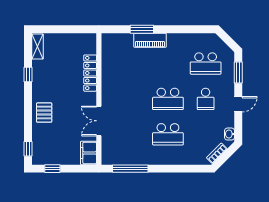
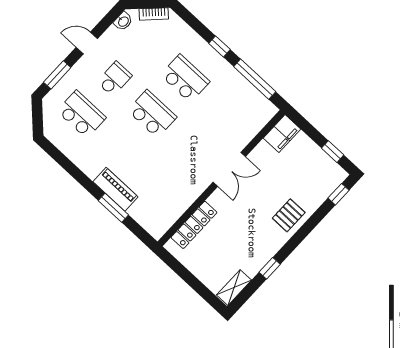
locker: (90, 73) -> (194, 225), moved
double door: (99, 121) -> (229, 169), moved
window: (165, 169) -> (219, 46), added

